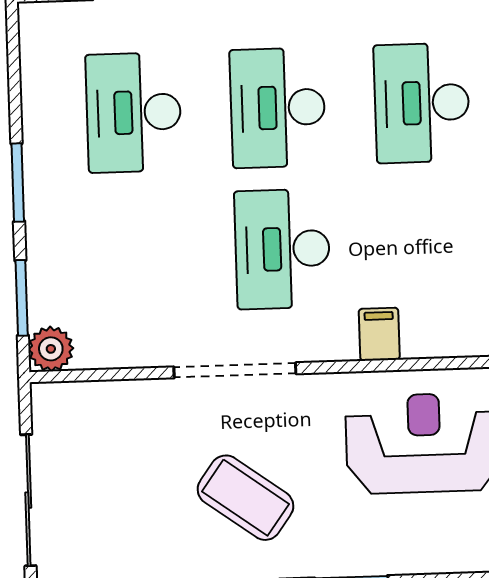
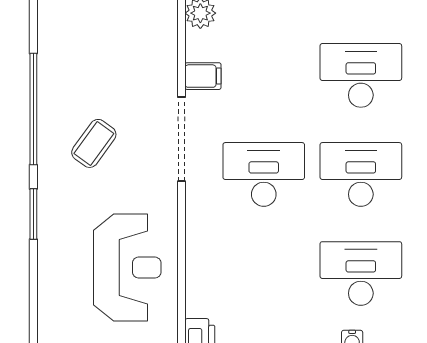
filing cabinet: (379, 334) -> (203, 76), moved
coffee table: (245, 498) -> (94, 143), width x0.73, depth x0.77

